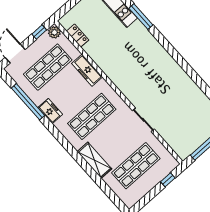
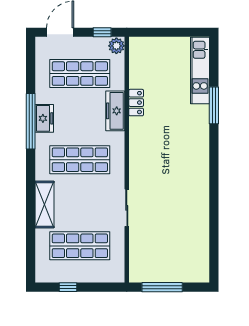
locker: (78, 36) -> (136, 103), moved
window: (28, 102) -> (31, 121), moved
window: (168, 180) -> (68, 287), moved

